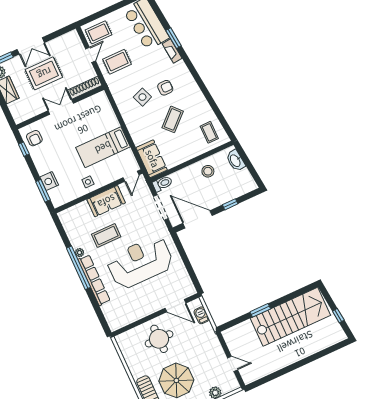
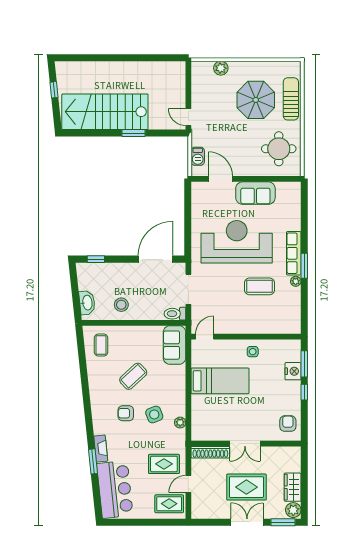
plant: (119, 100) -> (180, 423), added
window: (24, 149) -> (304, 392), moved
sofa: (106, 201) -> (255, 193), moved, turned 180
window: (230, 204) -> (96, 259), moved
door: (197, 219) -> (156, 259), swing flipped
reception desk: (140, 262) -> (237, 242), turned 180
window: (78, 268) -> (304, 266), width x0.47
row of seats: (94, 280) -> (294, 253), width x0.73
round table: (159, 339) -> (279, 149), moved
door: (233, 364) -> (188, 117), moved

